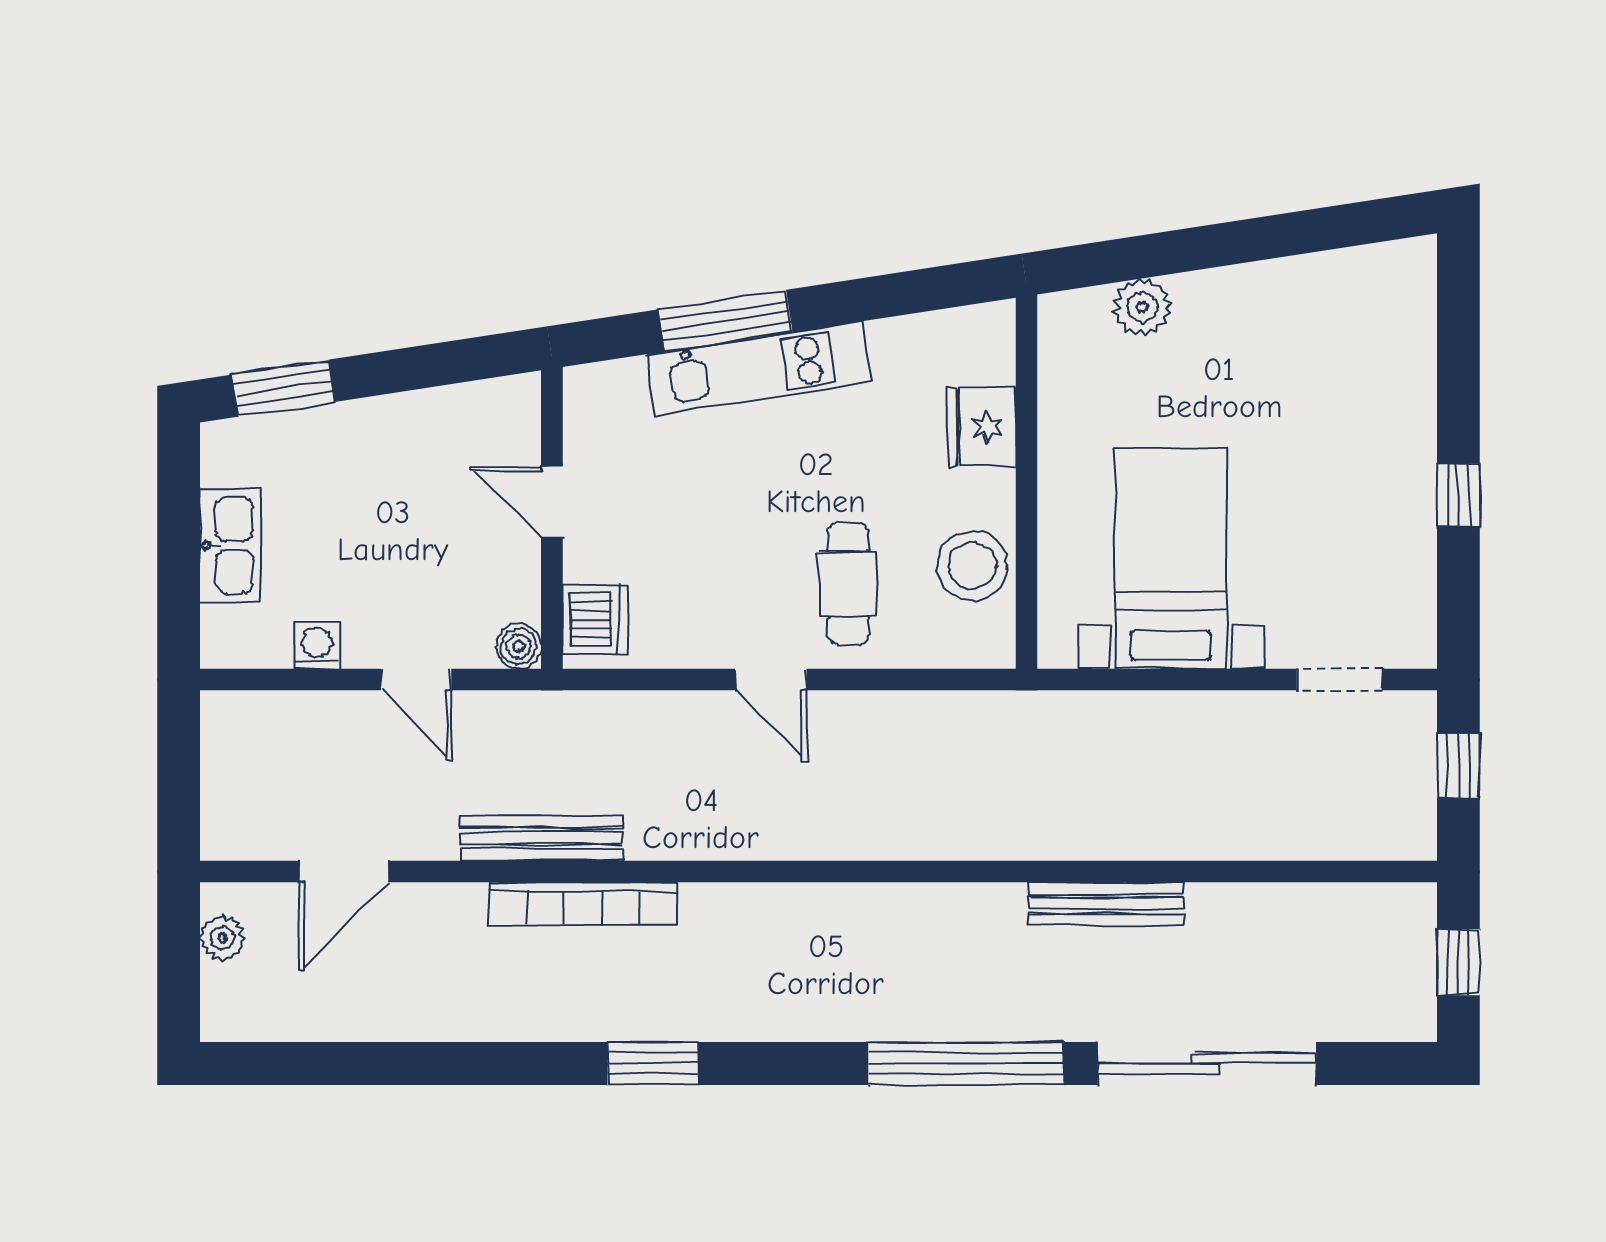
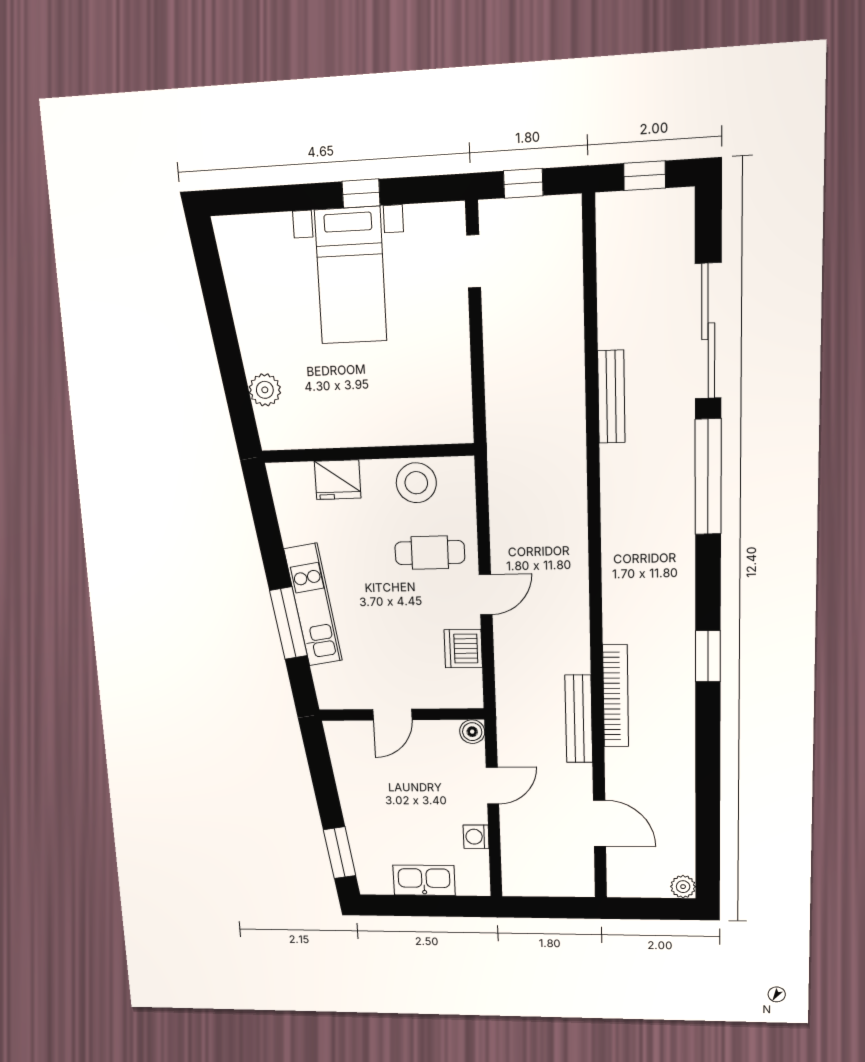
bed with nightstands: (1171, 559) -> (351, 276), moved, turned -90
dishwasher: (595, 620) -> (463, 649), moved, turned -90
plant: (222, 938) -> (683, 887), moved

